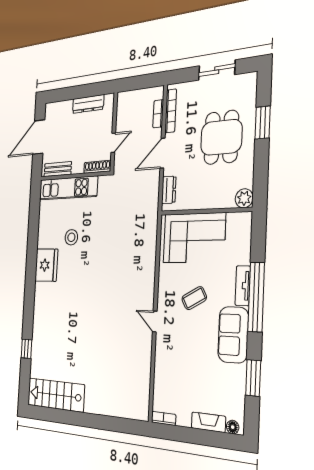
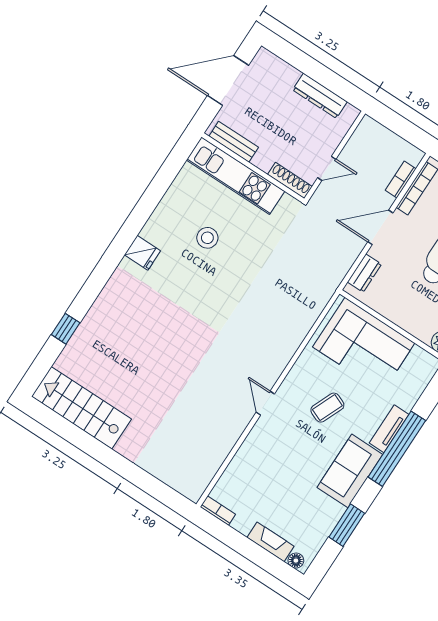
fridge: (46, 265) -> (142, 253), width x0.53, depth x0.75
coffee table: (194, 298) -> (327, 408), turned -38

